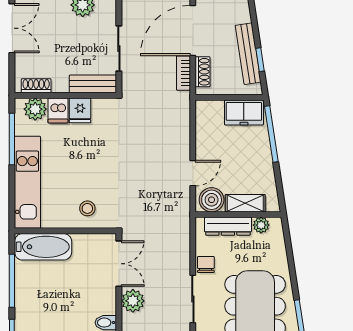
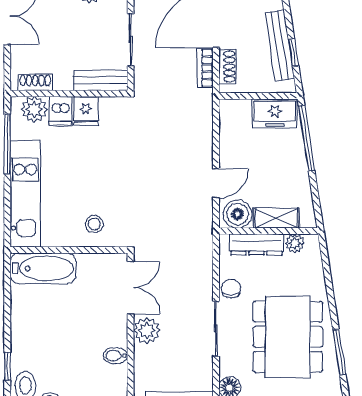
window: (12, 281) -> (7, 307), removed

